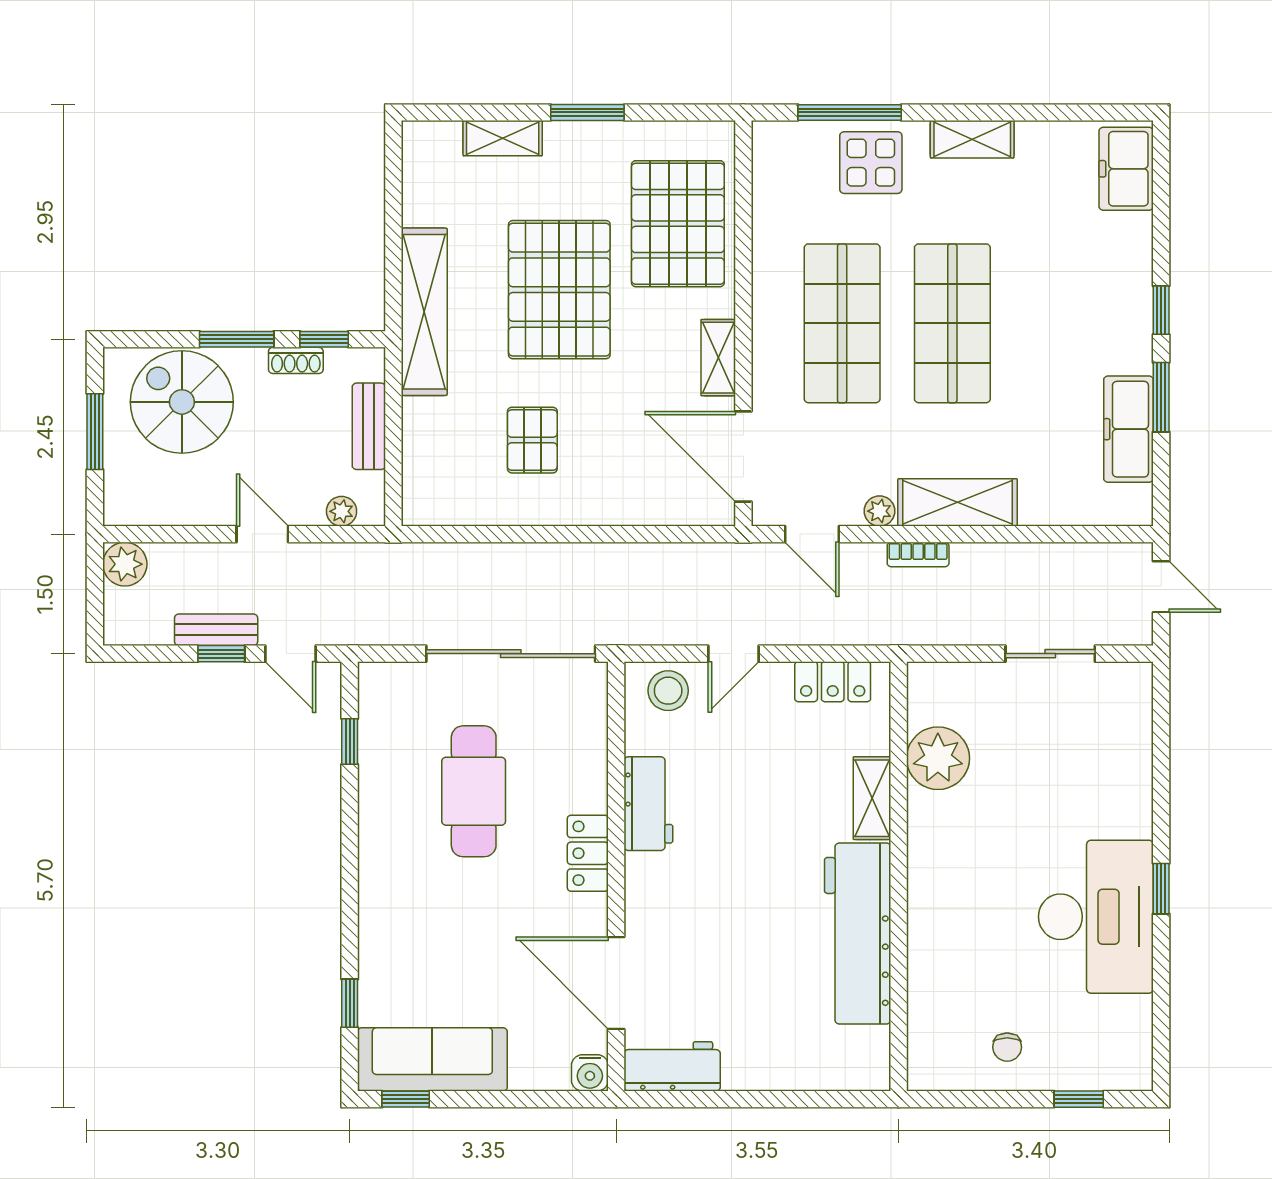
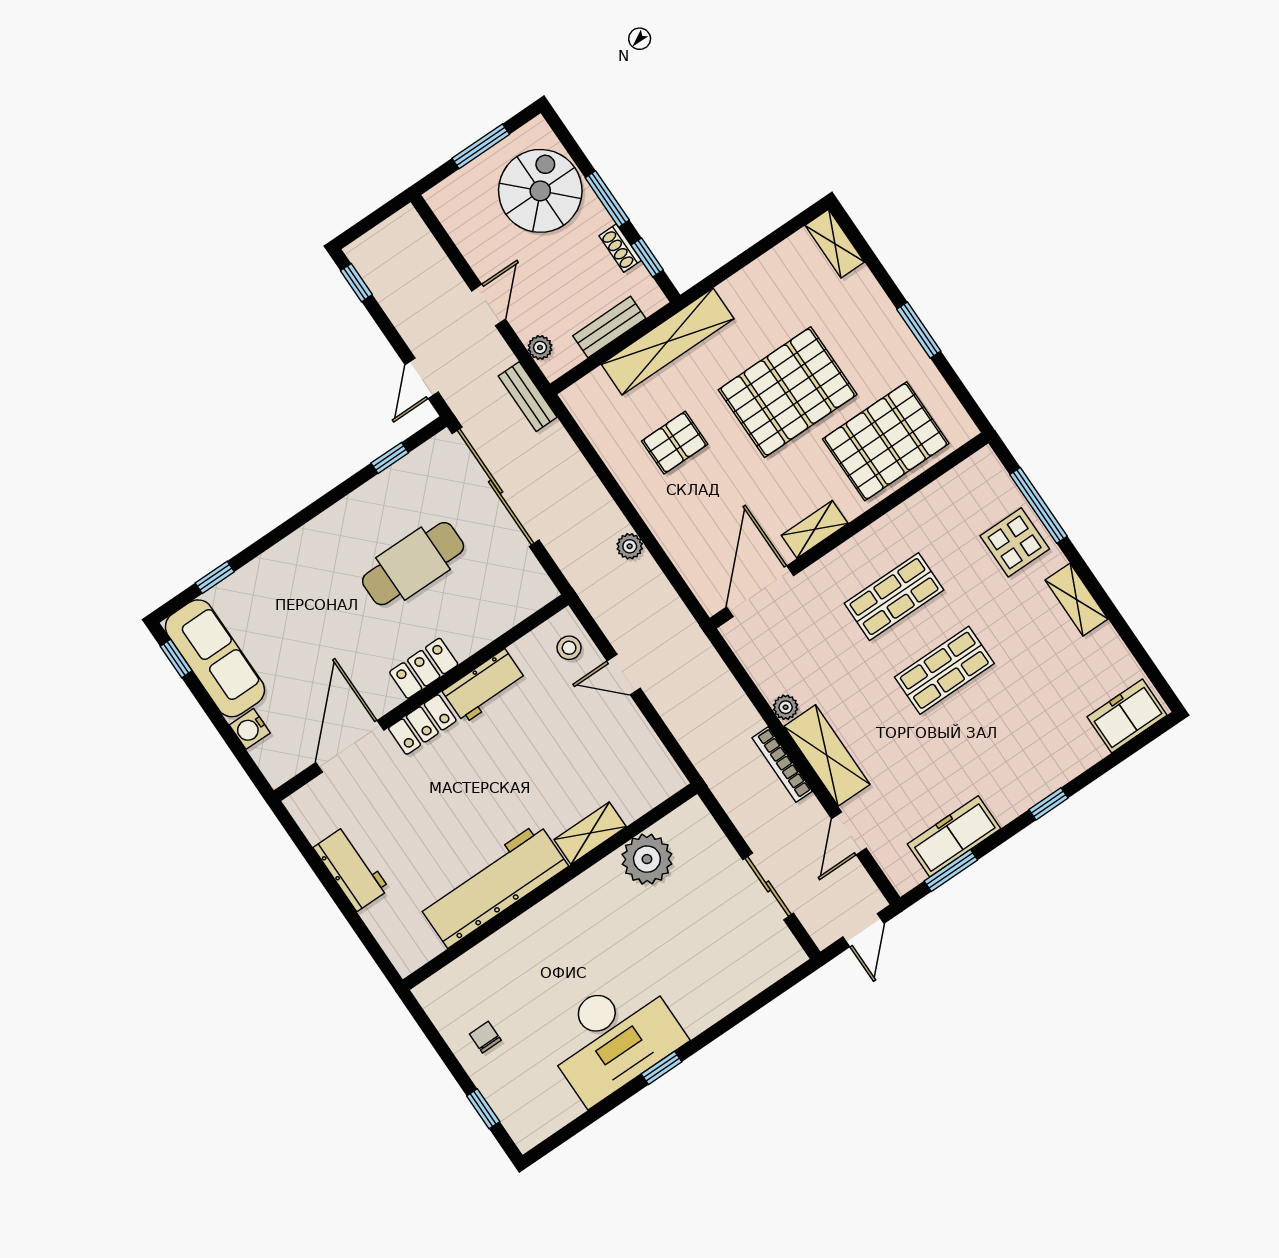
shelving: (503, 138) -> (835, 244), moved
shelving: (424, 312) -> (668, 342), moved
shop shelf: (842, 323) -> (894, 597), width x0.70, depth x0.74
shop shelf: (952, 323) -> (944, 670), width x0.70, depth x0.74
window: (1161, 397) -> (951, 870), moved
door: (812, 534) -> (849, 833), moved
bookcase: (918, 555) -> (782, 764), width x1.56
plant: (125, 564) -> (630, 546), moved, width x0.73, depth x0.73
bench: (216, 630) -> (528, 397), moved
window: (221, 654) -> (356, 283), moved
sliding door: (511, 654) -> (496, 487), moved
locker: (833, 682) -> (422, 724), moved, turned -90
stool: (668, 691) -> (569, 648), width x0.73, depth x0.73
chair: (1007, 1047) -> (485, 1037), turned 90
workbench: (672, 1066) -> (351, 868), moved
water cooler: (590, 1073) -> (250, 729), moved

